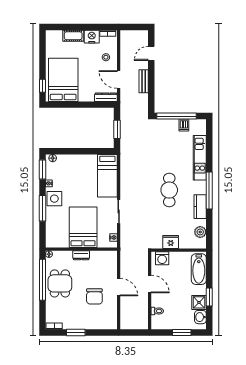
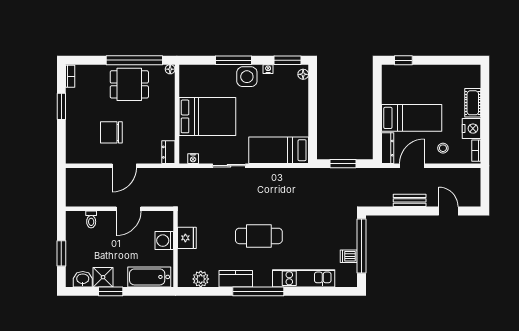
bed: (63, 80) -> (412, 118), moved, width x0.67
dresser: (81, 255) -> (168, 152), moved
washing machine: (162, 258) -> (164, 241), moved

